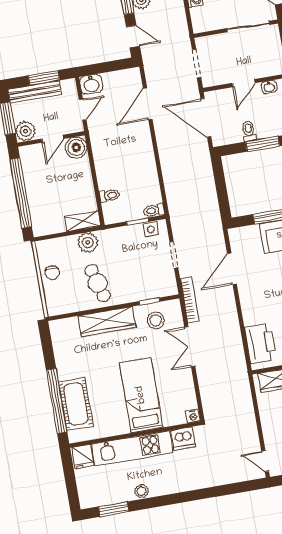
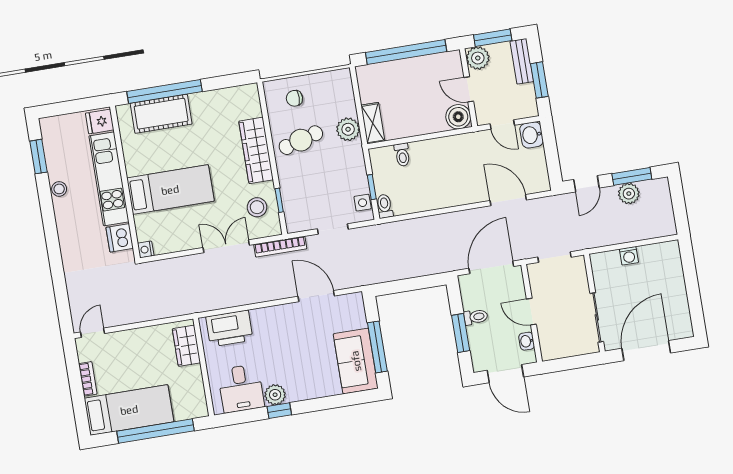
bench: (35, 92) -> (522, 61), width x0.73
chair: (52, 273) -> (294, 98), moved

